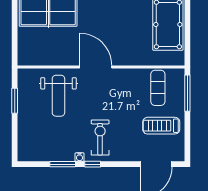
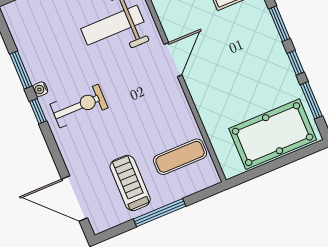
door: (96, 67) -> (173, 60), width x0.73
window: (187, 93) -> (160, 213), moved

